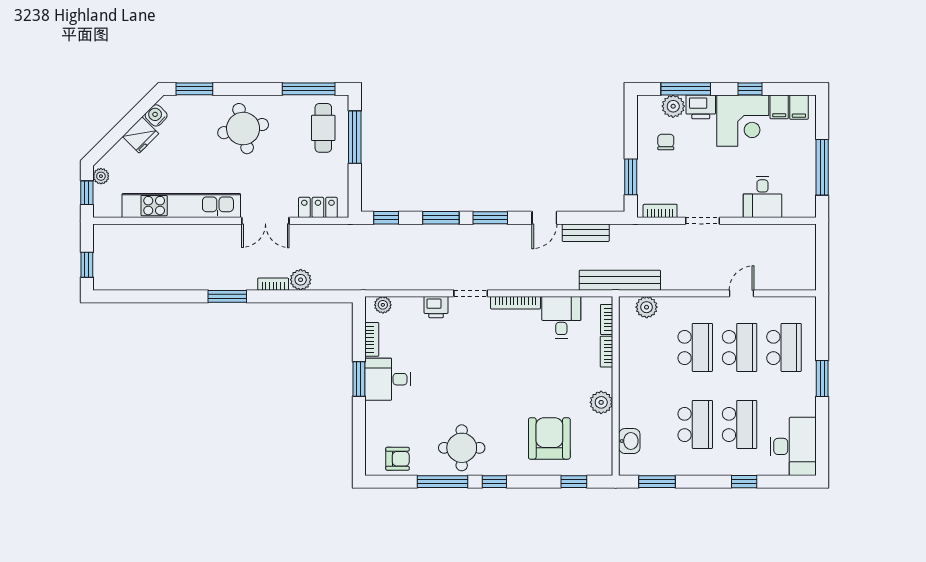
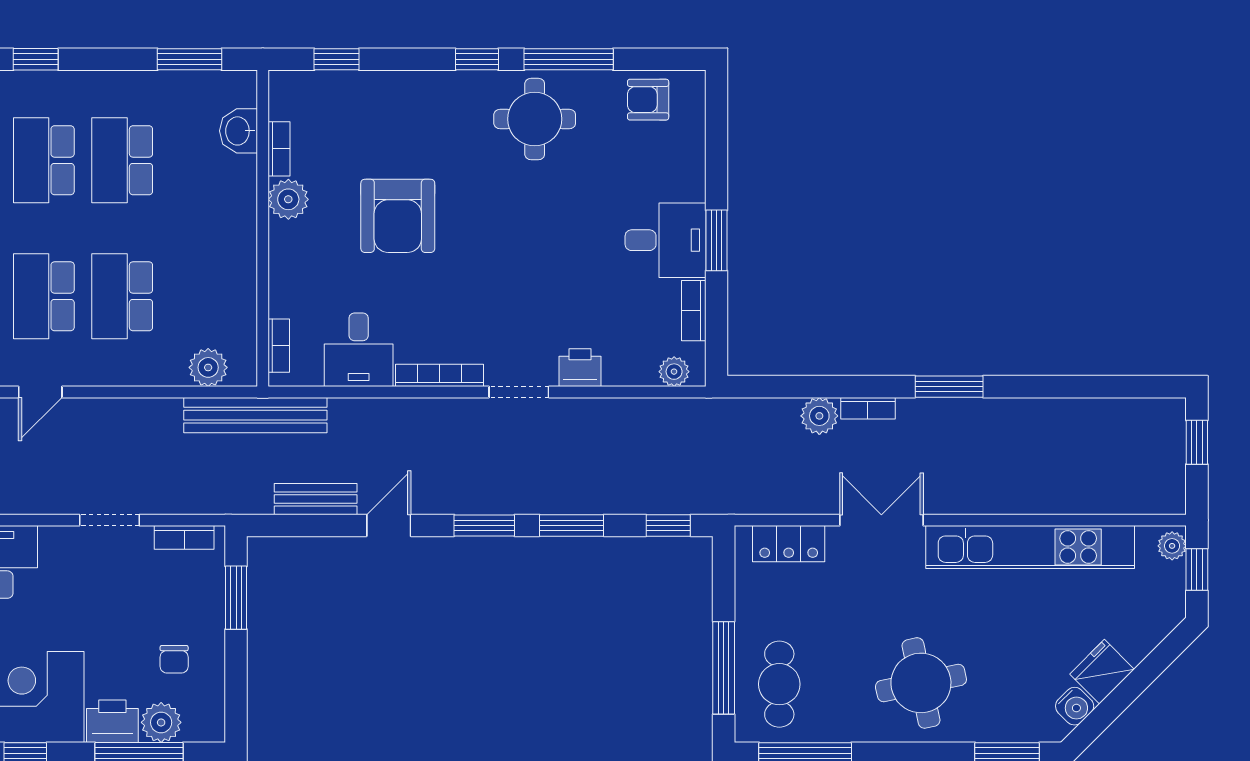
plant: (101, 176) -> (1172, 546), moved
bookcase: (606, 352) -> (279, 149), moved
armchair: (549, 438) -> (398, 216), moved

